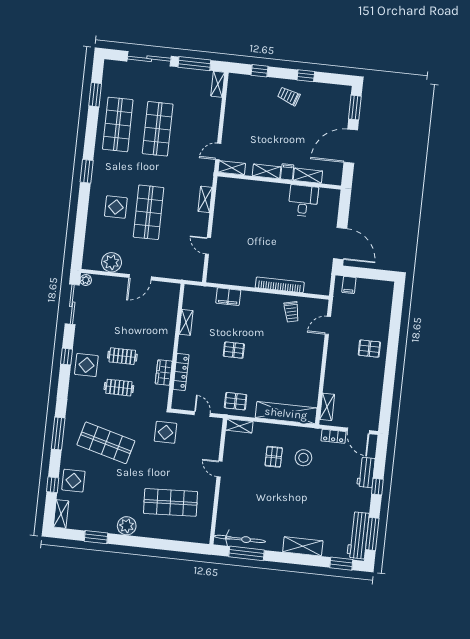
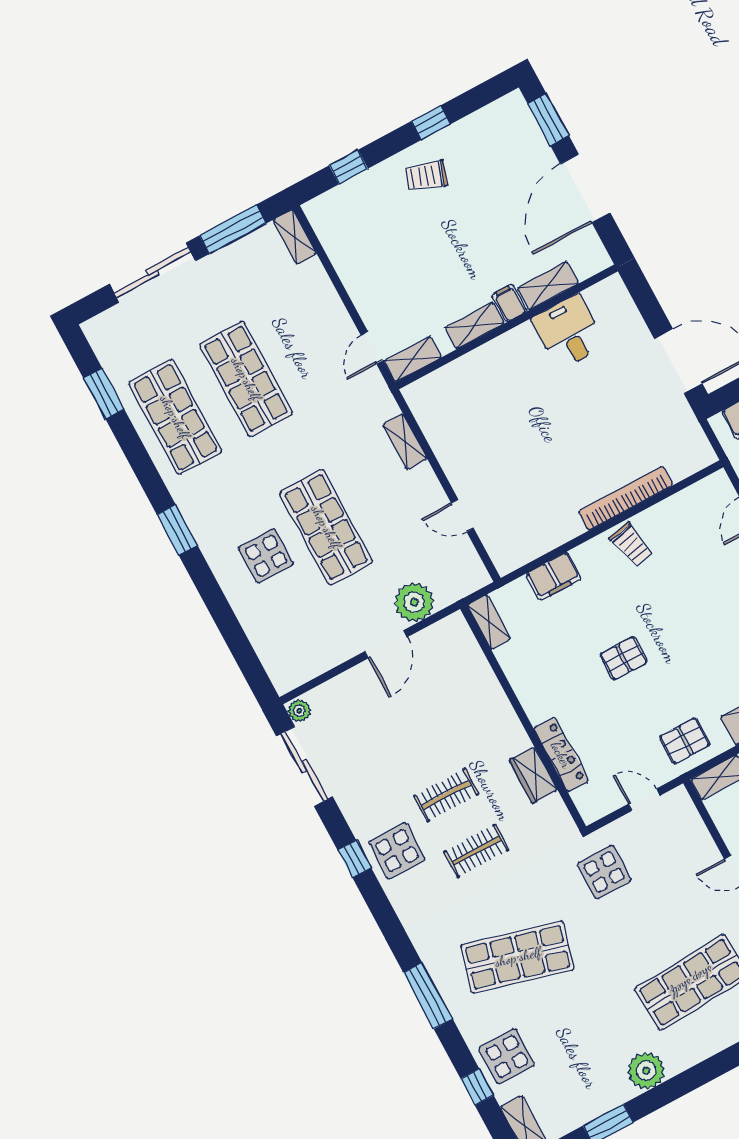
plant: (112, 262) -> (414, 602), moved
trolley: (291, 312) -> (631, 545), moved
shelving: (186, 322) -> (489, 622), moved

